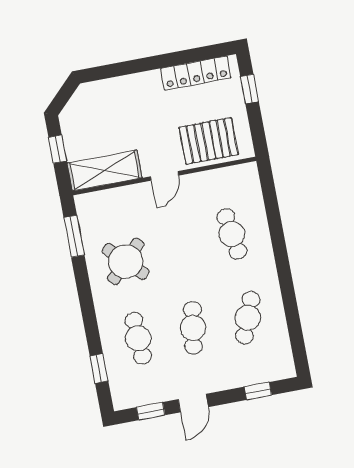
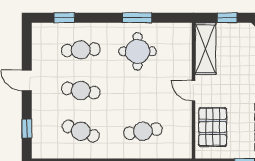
window: (74, 236) -> (137, 18), moved
round table: (126, 261) -> (138, 51), turned 45
window: (151, 411) -> (27, 49), removed

